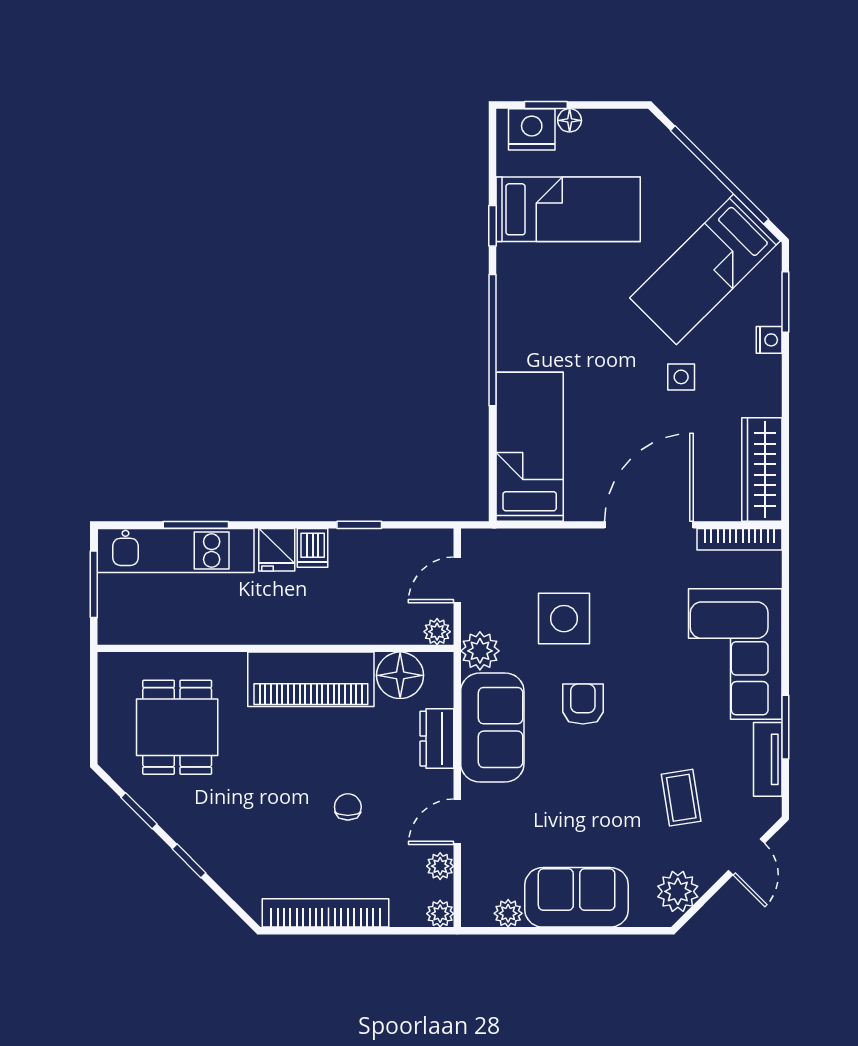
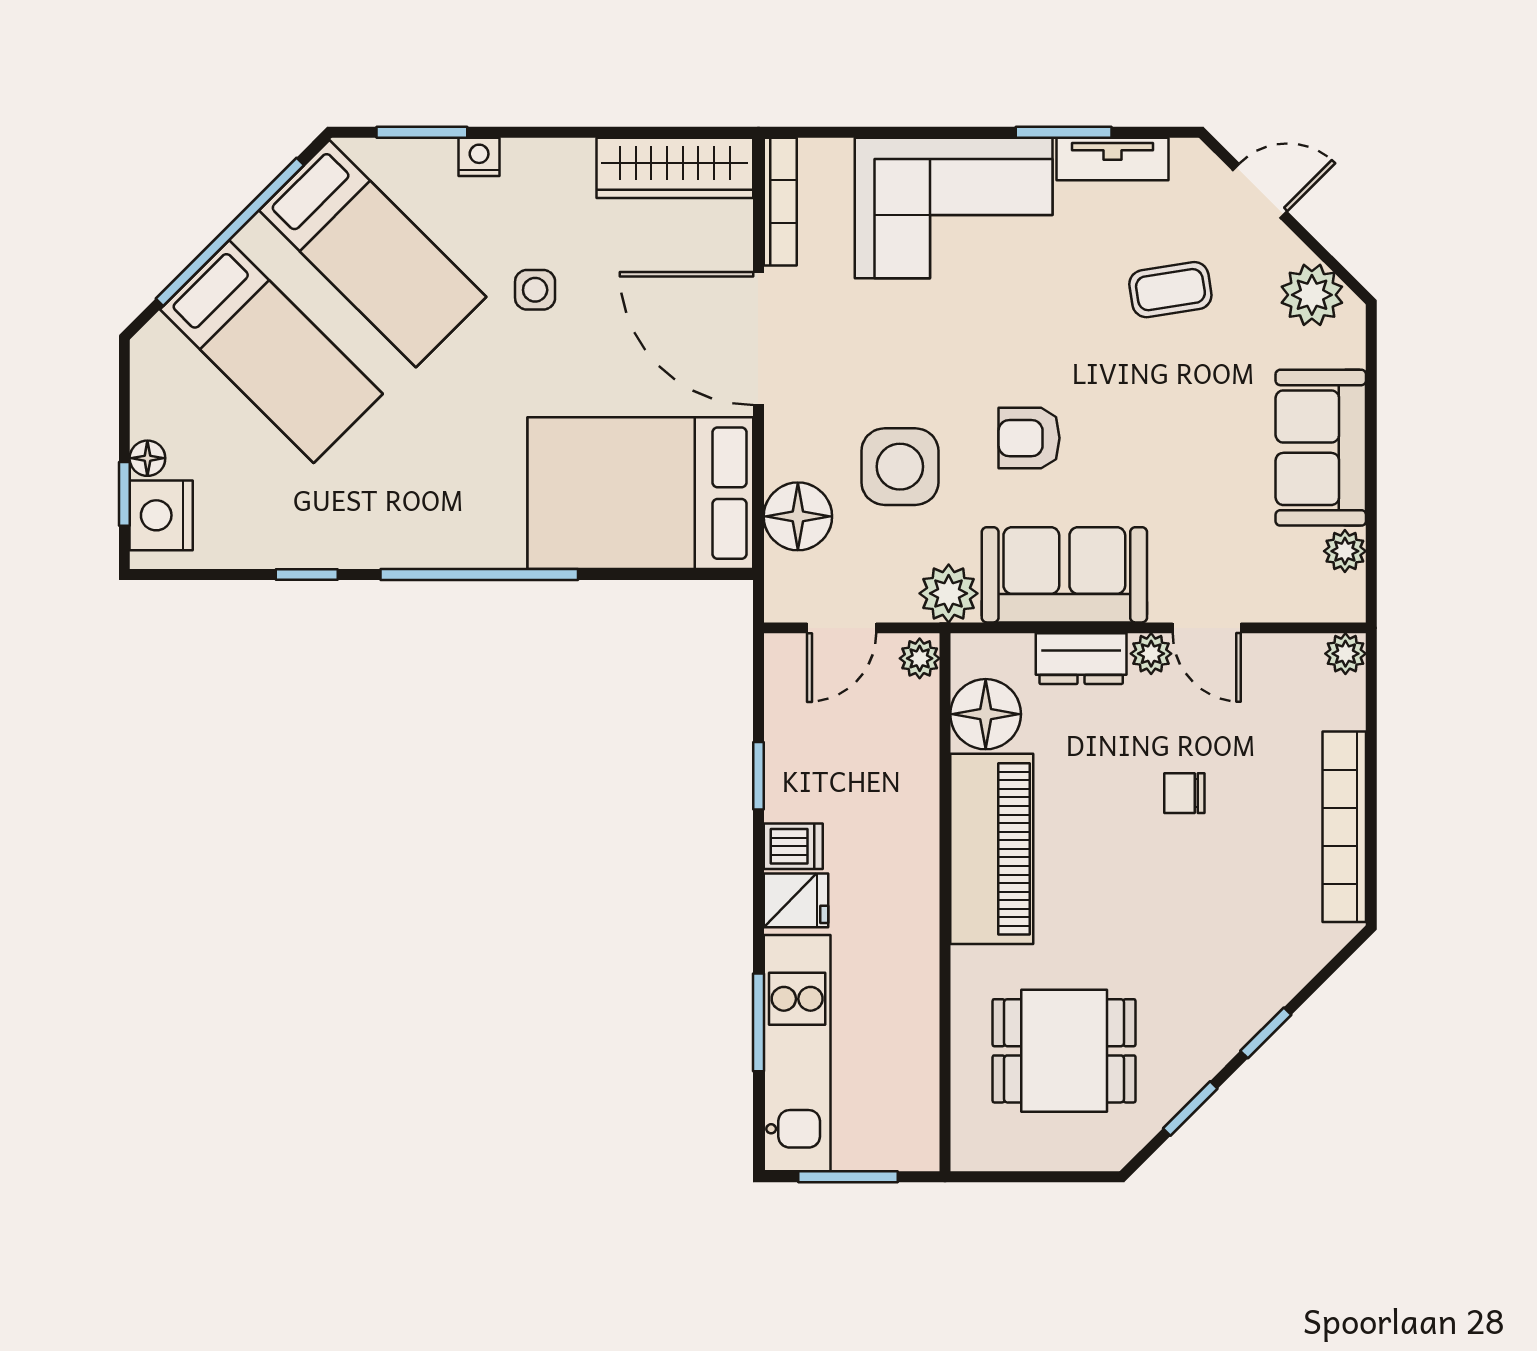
bed: (568, 209) -> (271, 352), moved, turned 135
bed: (530, 447) -> (640, 493), width x1.50
floor lamp: (531, 551) -> (798, 516), added
door: (457, 580) -> (842, 628), hinge flipped
plant: (440, 866) -> (1151, 654), moved

